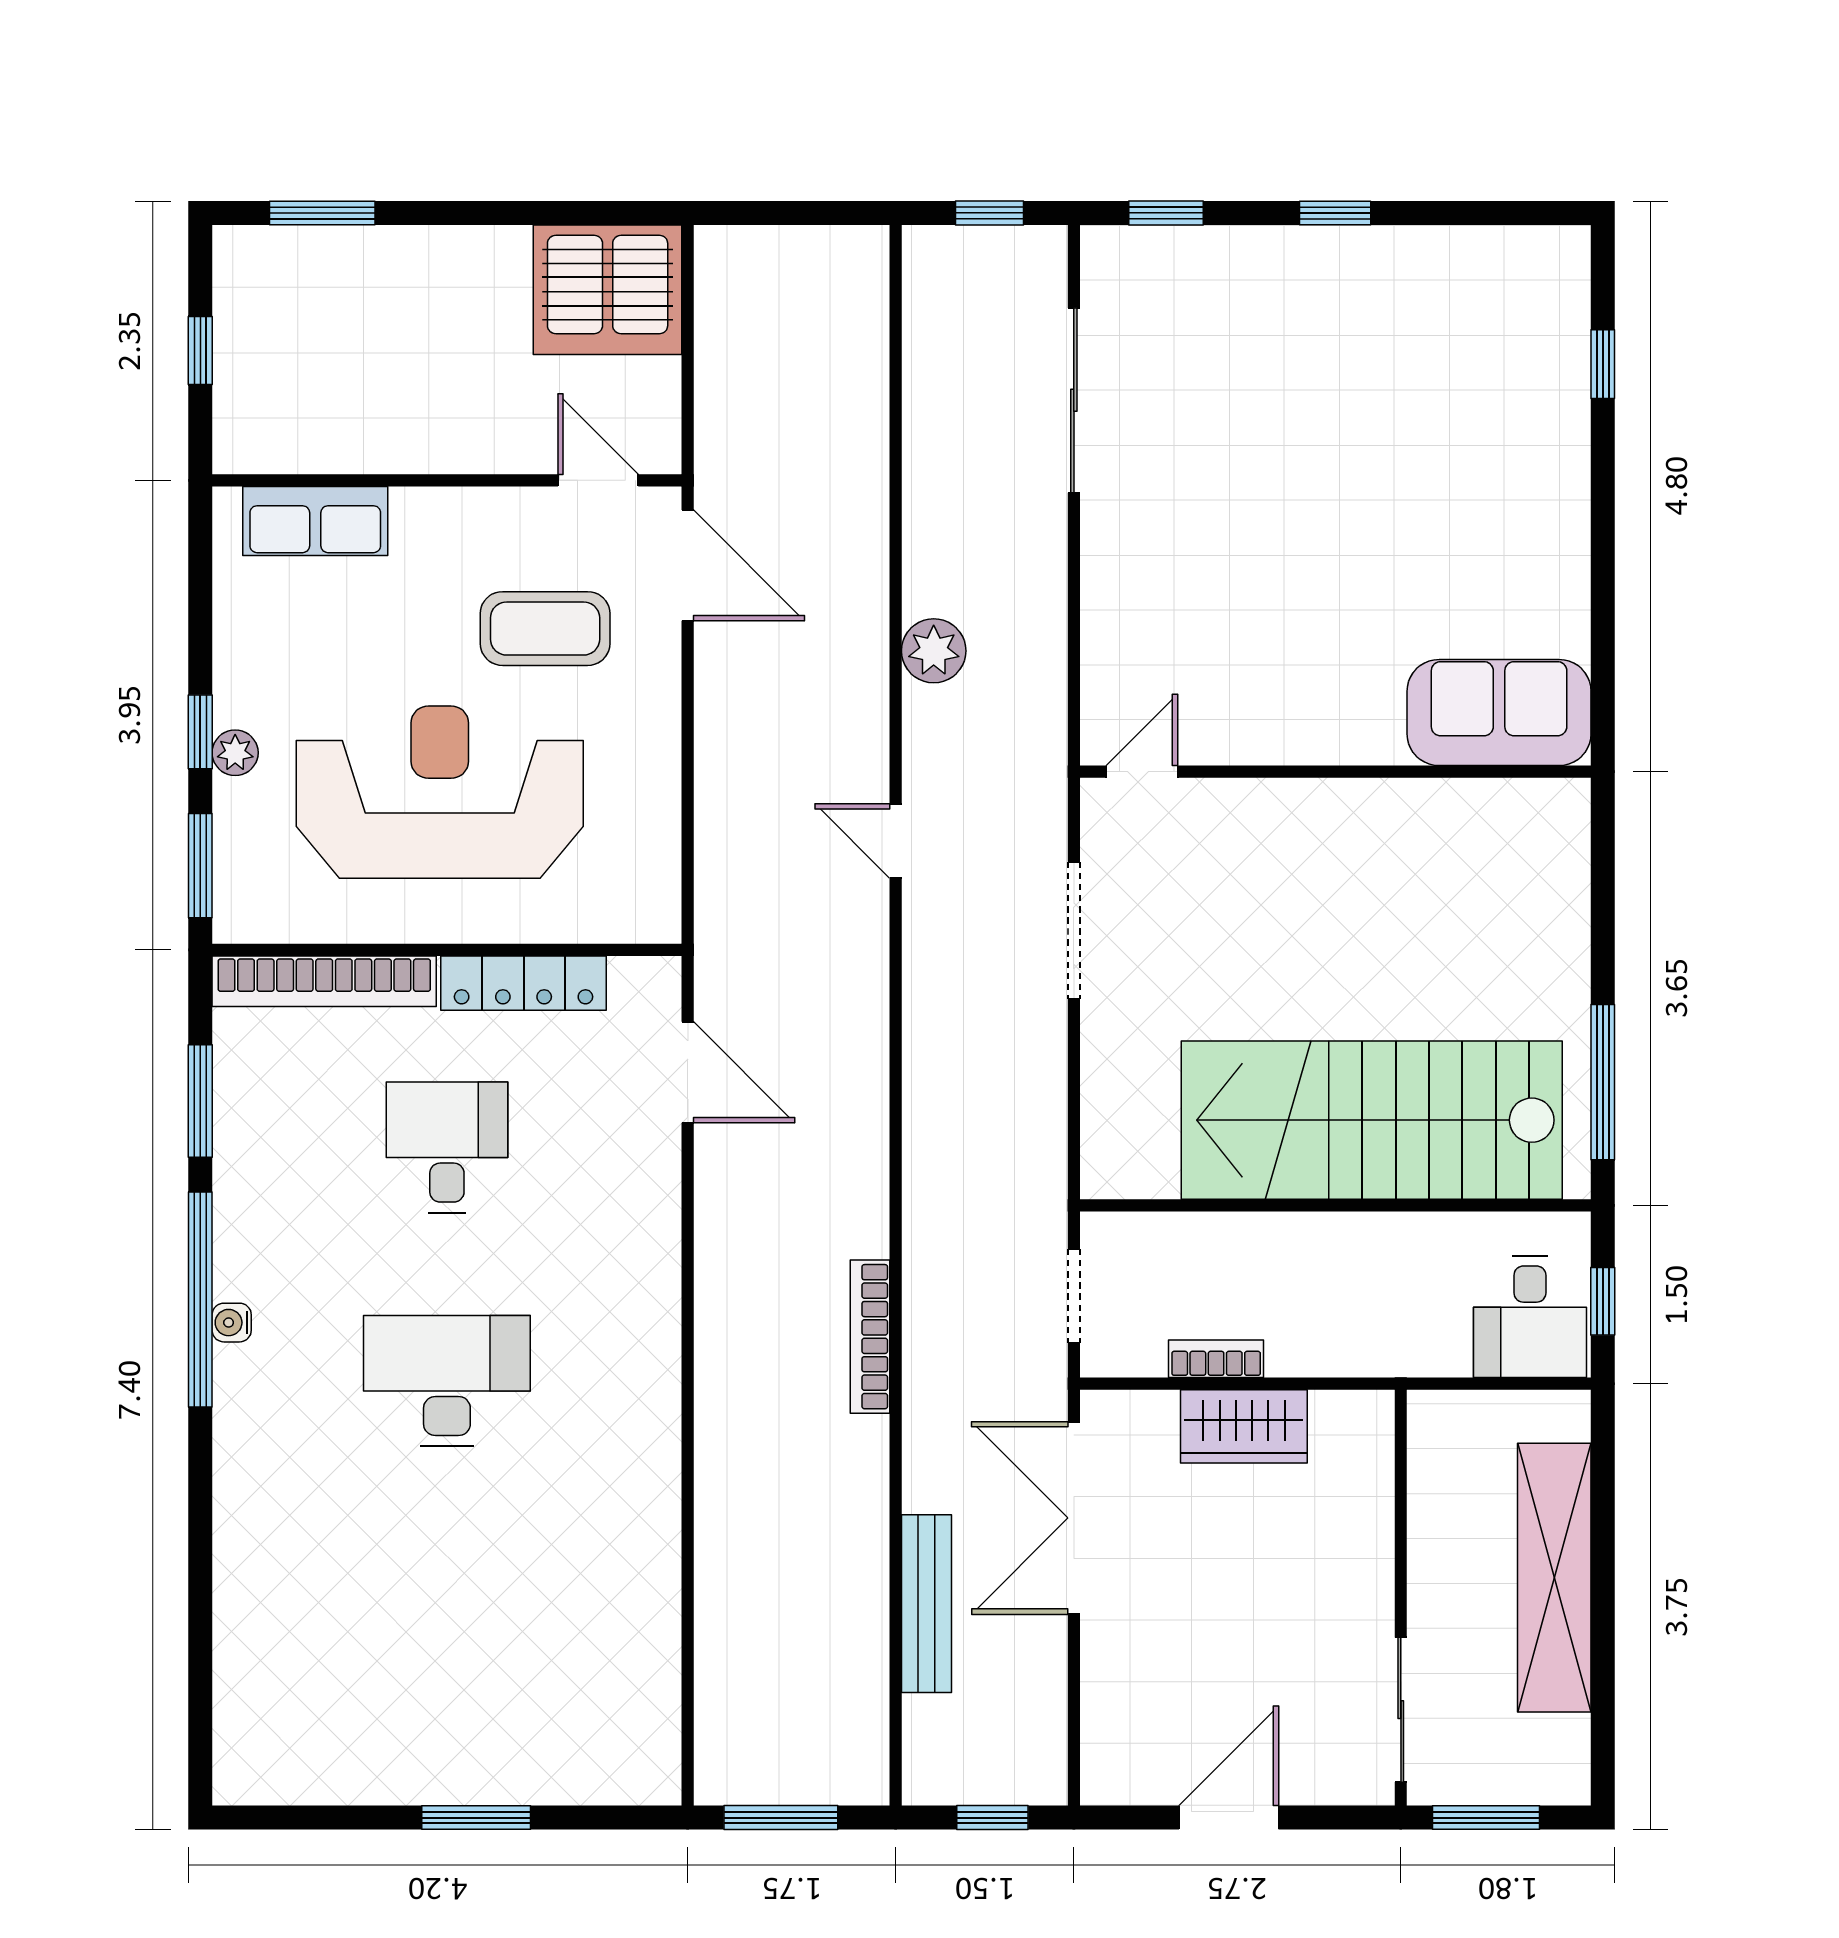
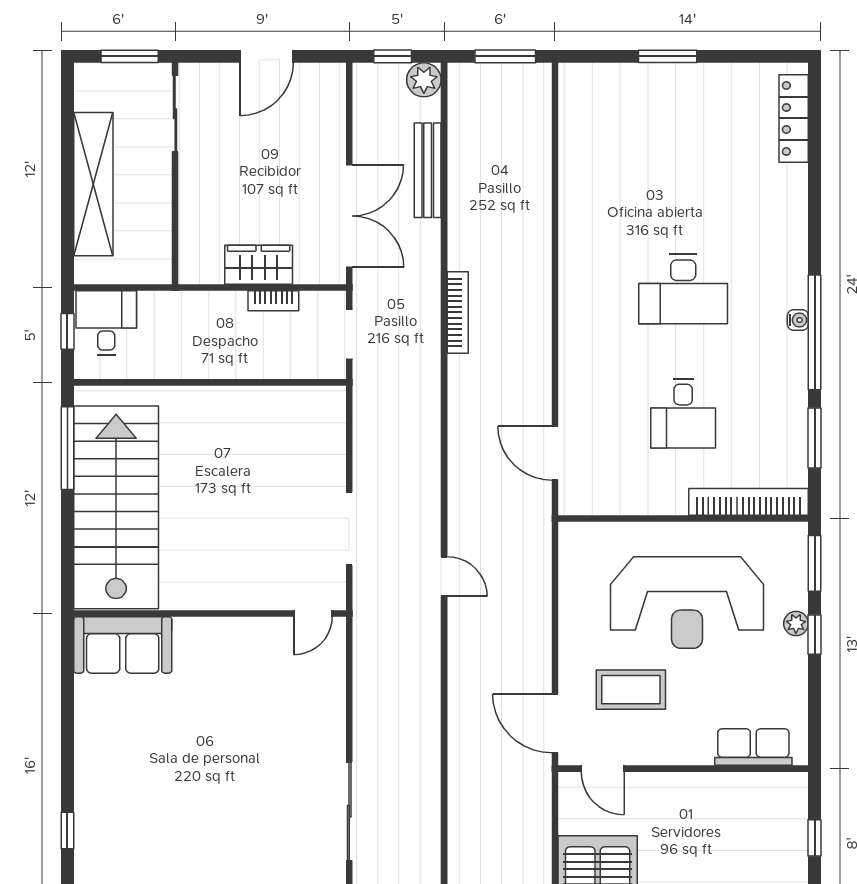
plant: (934, 651) -> (424, 80), moved
locker: (524, 983) -> (794, 118), moved, turned -90
stairs: (1372, 1120) -> (116, 507), moved, turned -90

